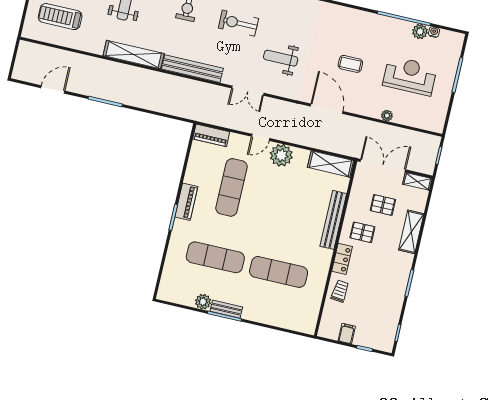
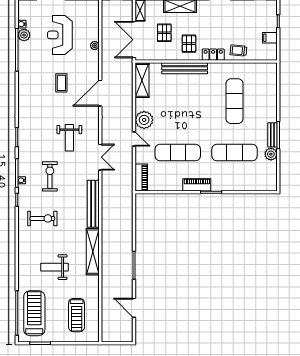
exercise bike: (238, 23) -> (50, 176), turned 180
exercise mat: (215, 257) -> (234, 153), turned 90

